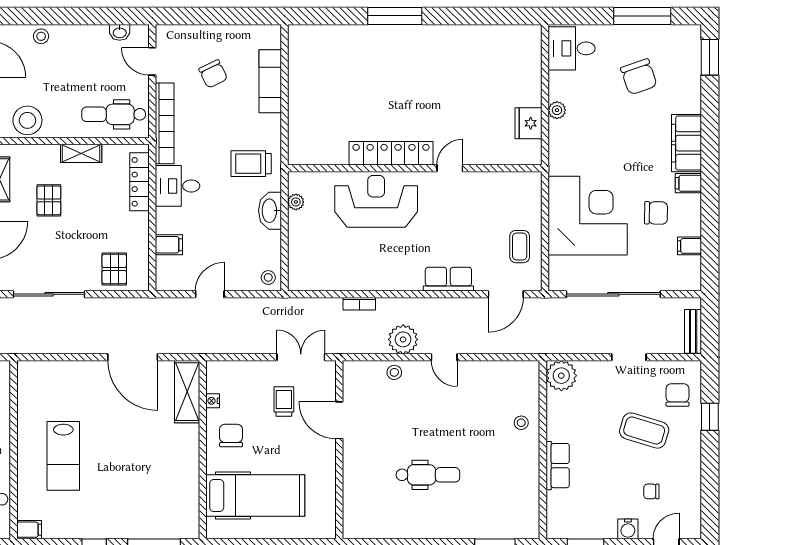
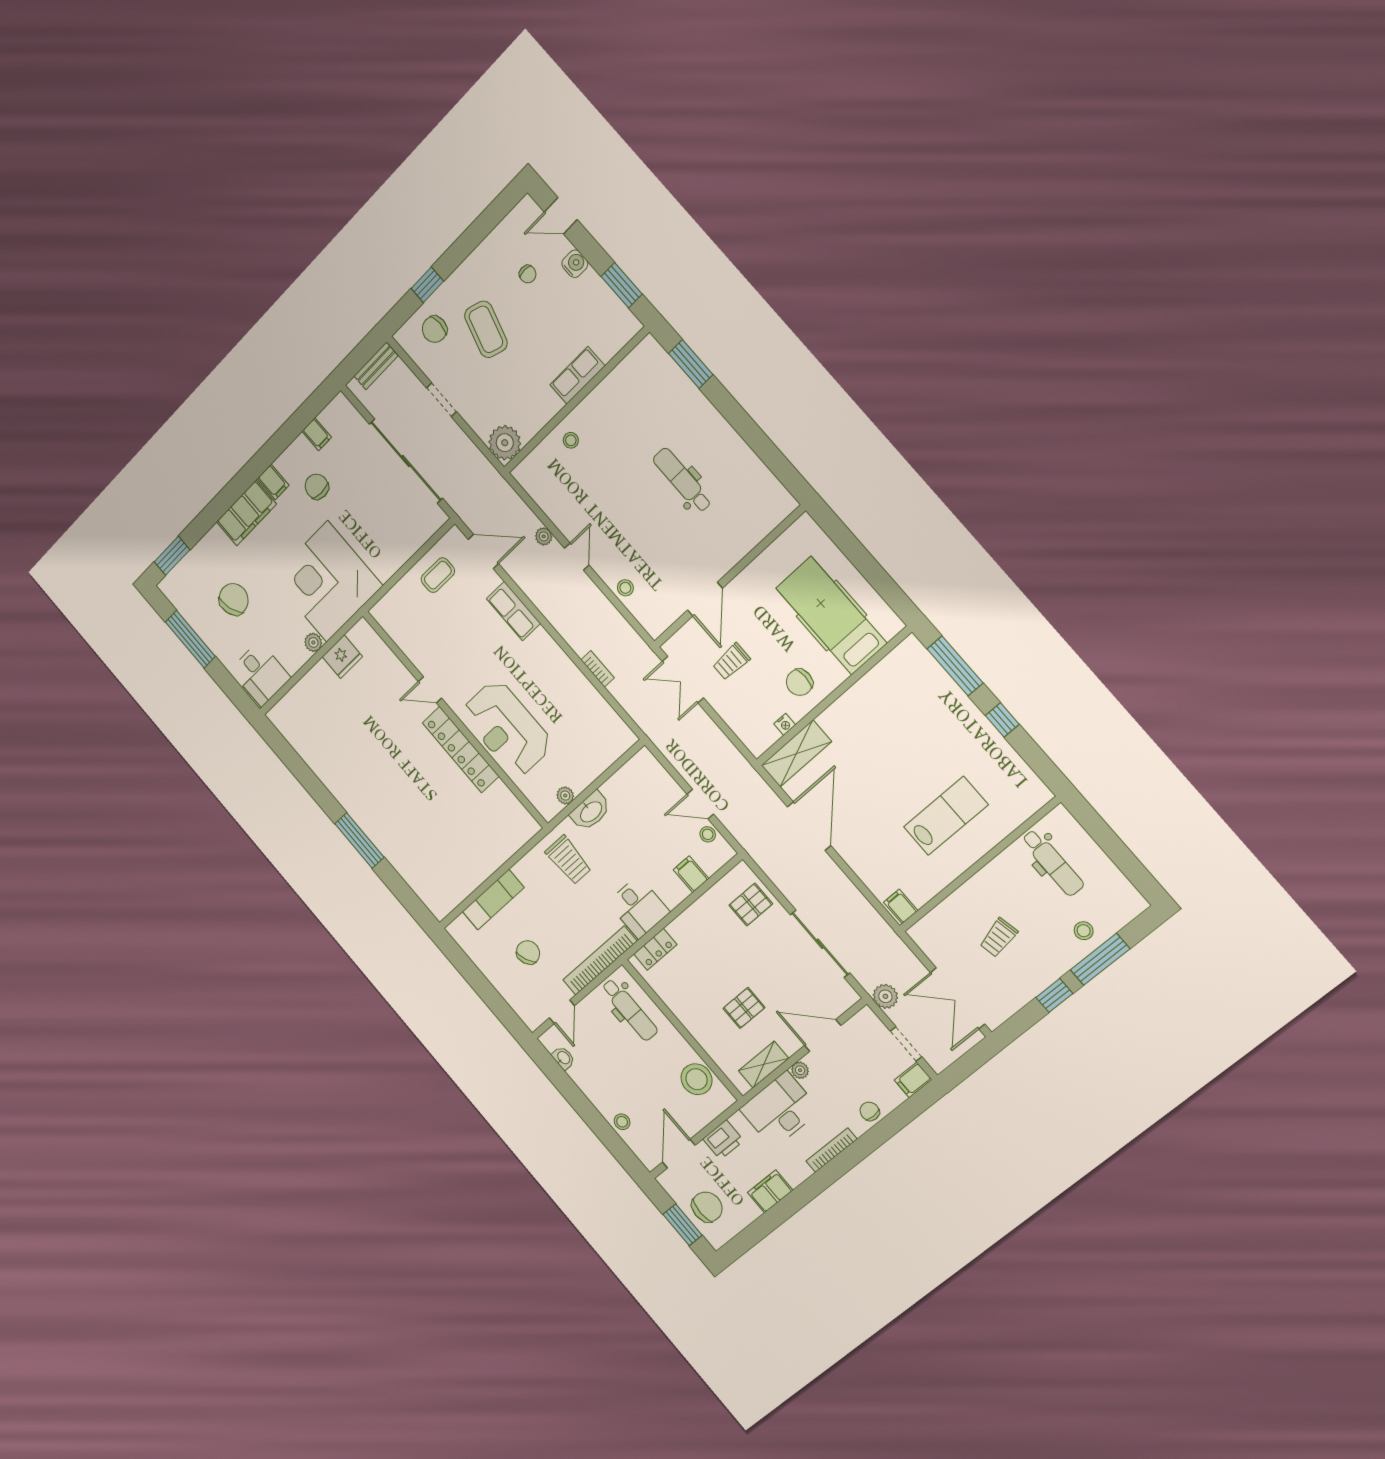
shelving: (81, 153) -> (683, 1012), removed
locker: (139, 182) -> (655, 949), width x0.66
corner desk: (588, 216) -> (327, 582), moved
stool: (268, 277) -> (708, 834), moved
plant: (403, 339) -> (544, 536), moved, width x0.53, depth x0.53
filing cabinet: (29, 530) -> (901, 906), moved

